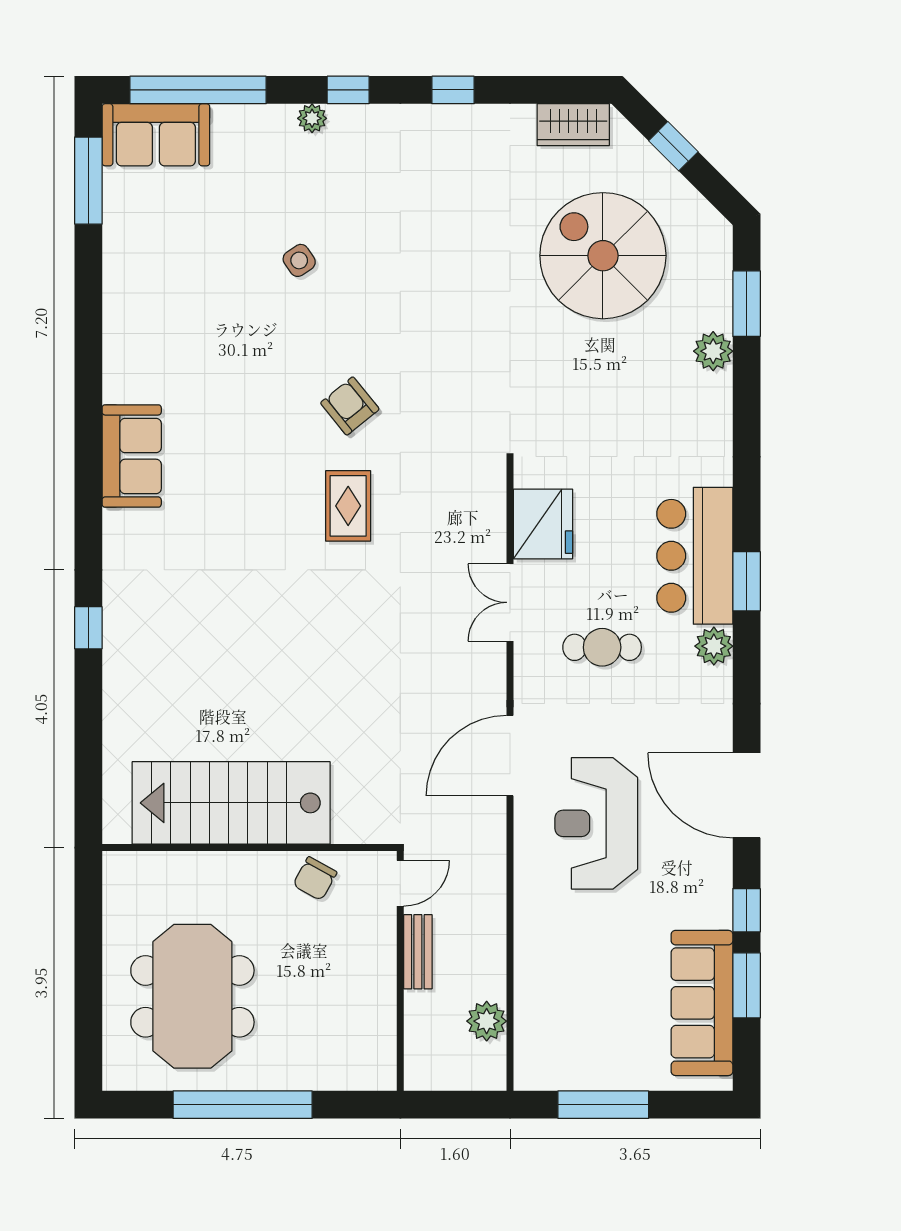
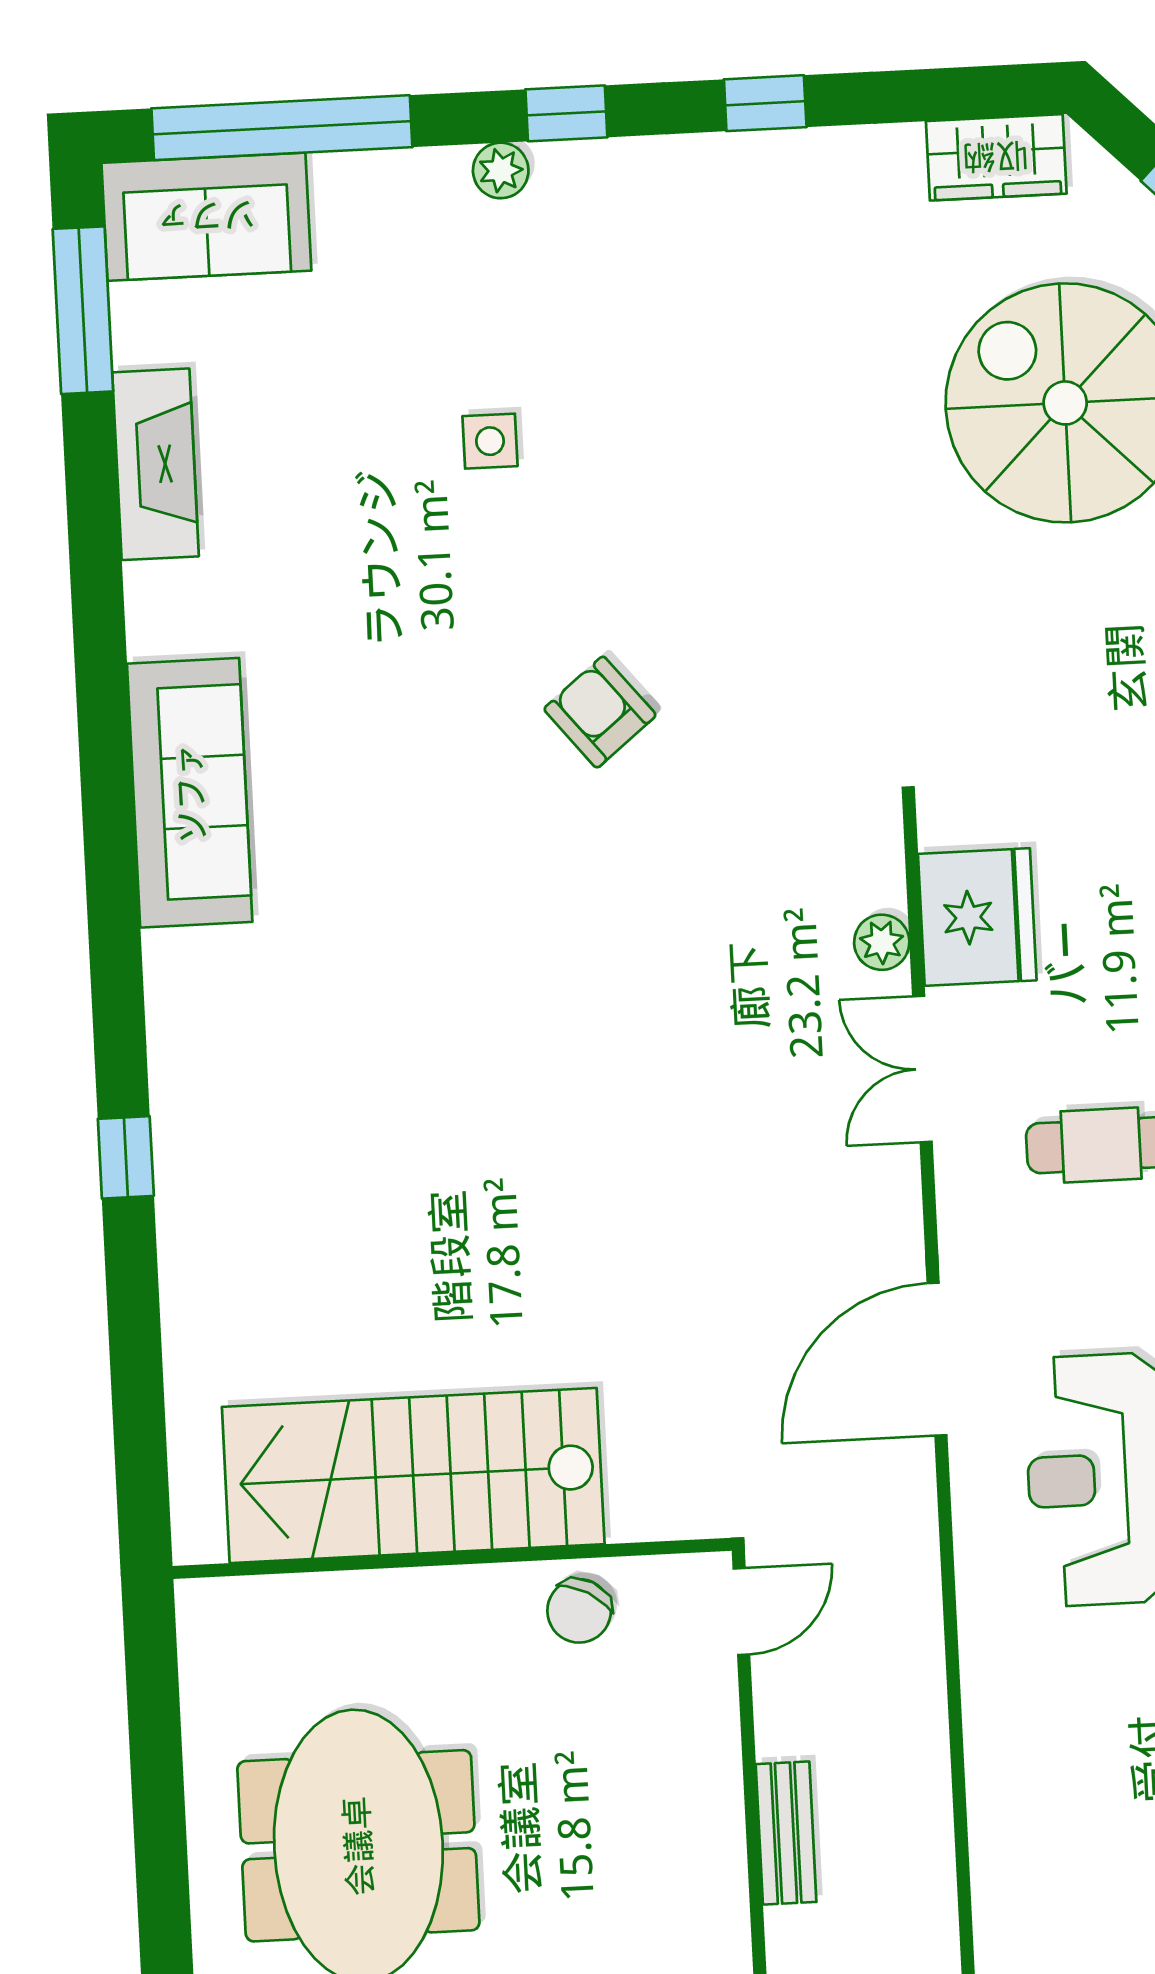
side table: (299, 260) -> (490, 441), turned 34
fireplace: (122, 264) -> (155, 464), added
sofa: (132, 456) -> (190, 793), width x1.36
rug: (348, 506) -> (606, 902), removed
bench: (418, 952) -> (786, 1833), moved
plant: (487, 1021) -> (882, 942), moved, width x0.73, depth x0.73

